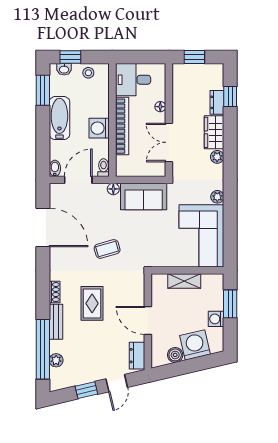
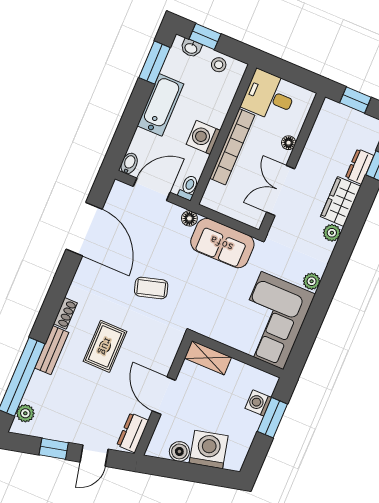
shelving: (184, 281) -> (208, 358), moved
washing machine: (216, 319) -> (258, 403), moved
plant: (56, 360) -> (25, 413), moved

